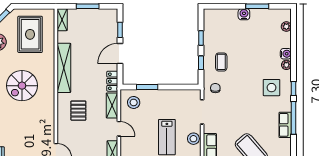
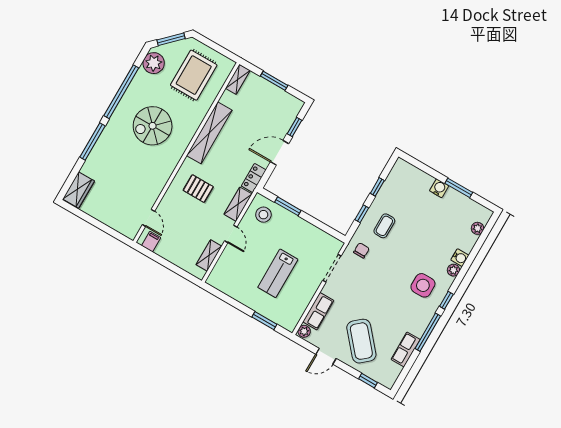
pallet: (78, 111) -> (198, 189), turned 90
row of seats: (285, 125) -> (406, 349), moved
stool: (193, 139) -> (306, 292), removed

